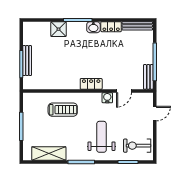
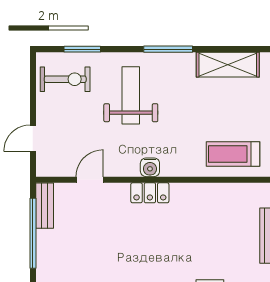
water cooler: (107, 98) -> (150, 167), moved
treadmill: (63, 110) -> (233, 154), moved
weight bench: (101, 137) -> (131, 95), turned 180

